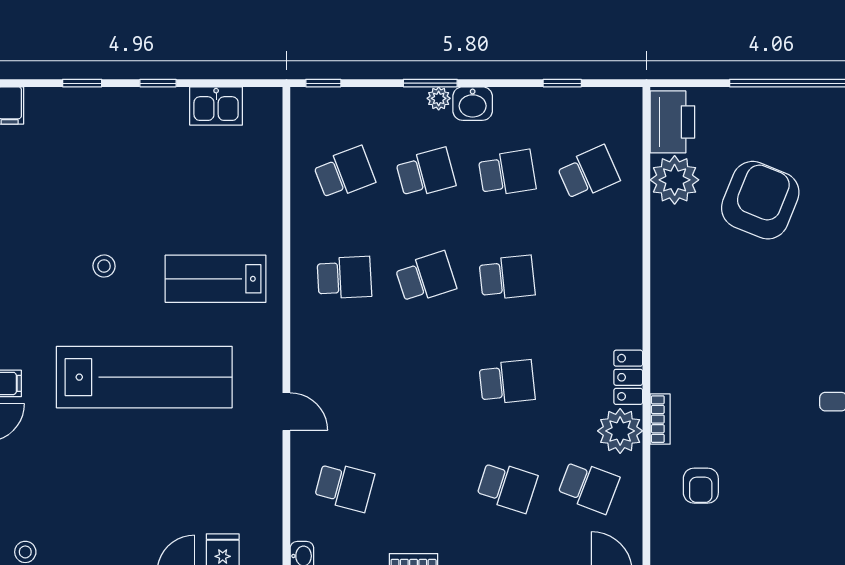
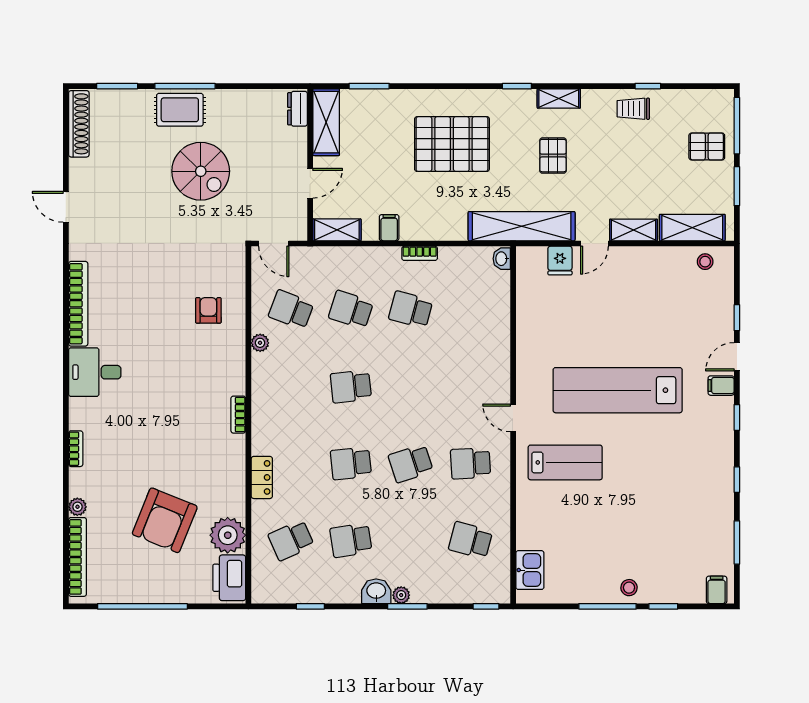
window: (158, 83) -> (608, 606), width x2.17
kitchen sink: (216, 106) -> (530, 570), moved, turned 90
school desk: (344, 173) -> (470, 540), turned 36
school desk: (426, 173) -> (411, 540), removed
stool: (104, 266) -> (629, 588), moved
locker: (628, 377) -> (262, 477), moved
door: (286, 412) -> (513, 418), moved
bookcase: (660, 419) -> (238, 415), moved
plant: (620, 431) -> (260, 343), width x0.53, depth x0.53
school desk: (344, 487) -> (411, 310), moved

